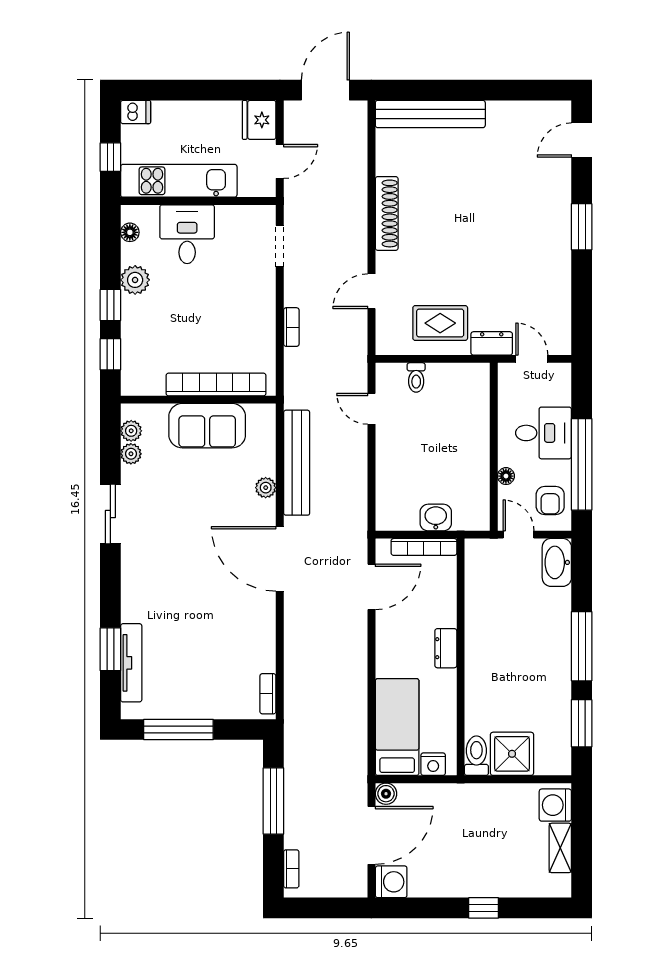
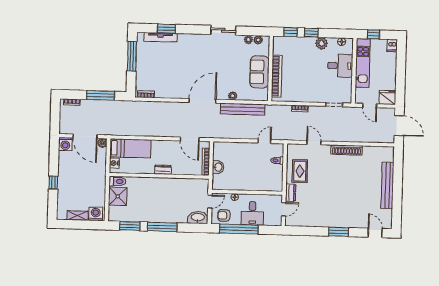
bench: (430, 114) -> (387, 185), moved

